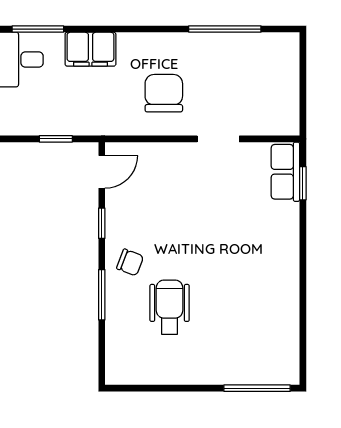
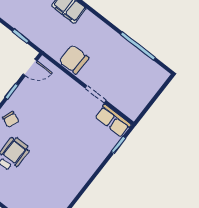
chair: (164, 93) -> (74, 59), moved, turned -90
row of seats: (285, 172) -> (113, 121), moved, turned -90

